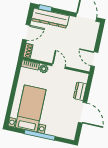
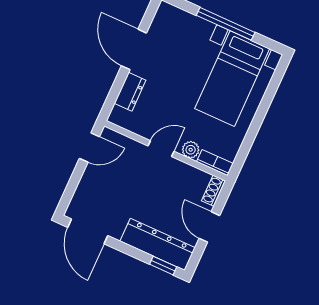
door: (26, 32) -> (209, 227), hinge flipped
door: (94, 59) -> (89, 147), hinge flipped
door: (59, 66) -> (161, 149), swing flipped

